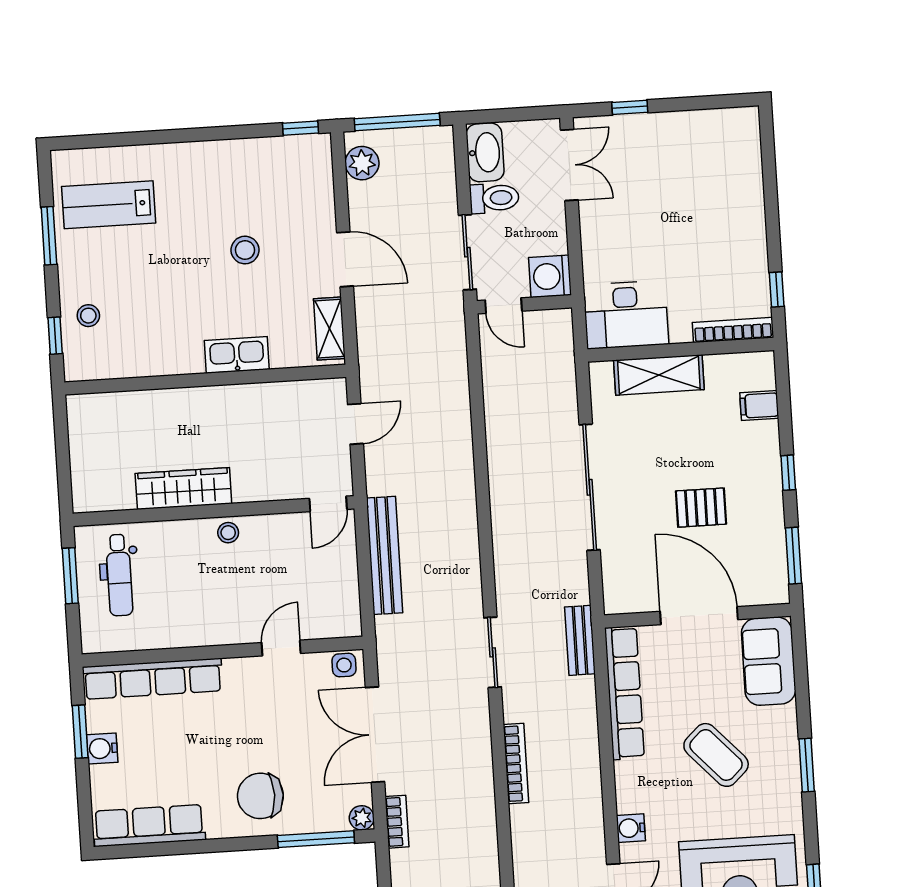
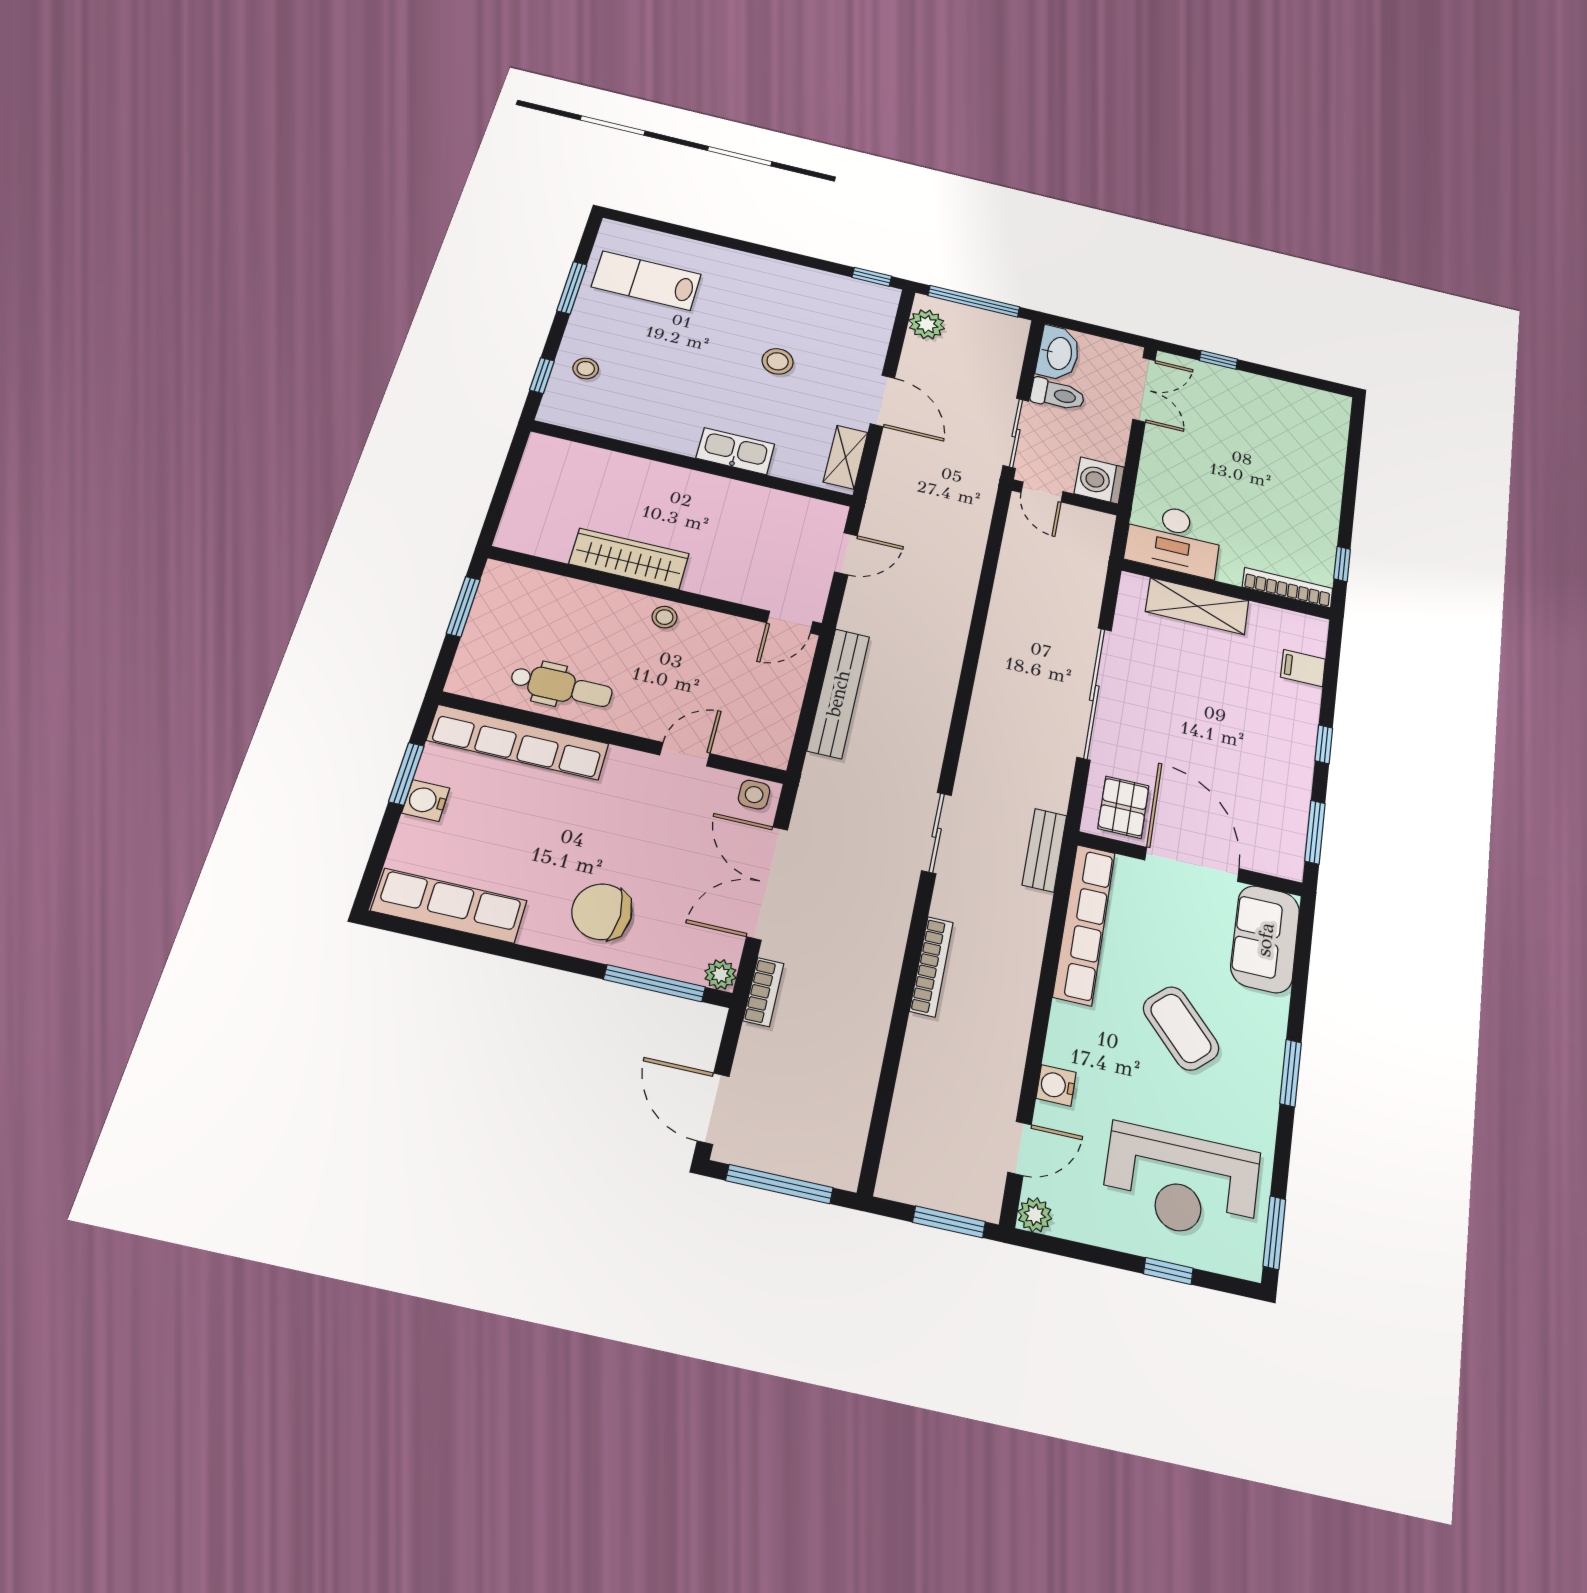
pallet: (701, 508) -> (1123, 807), moved, turned 90
dental chair: (119, 575) -> (561, 686), moved, turned -90

